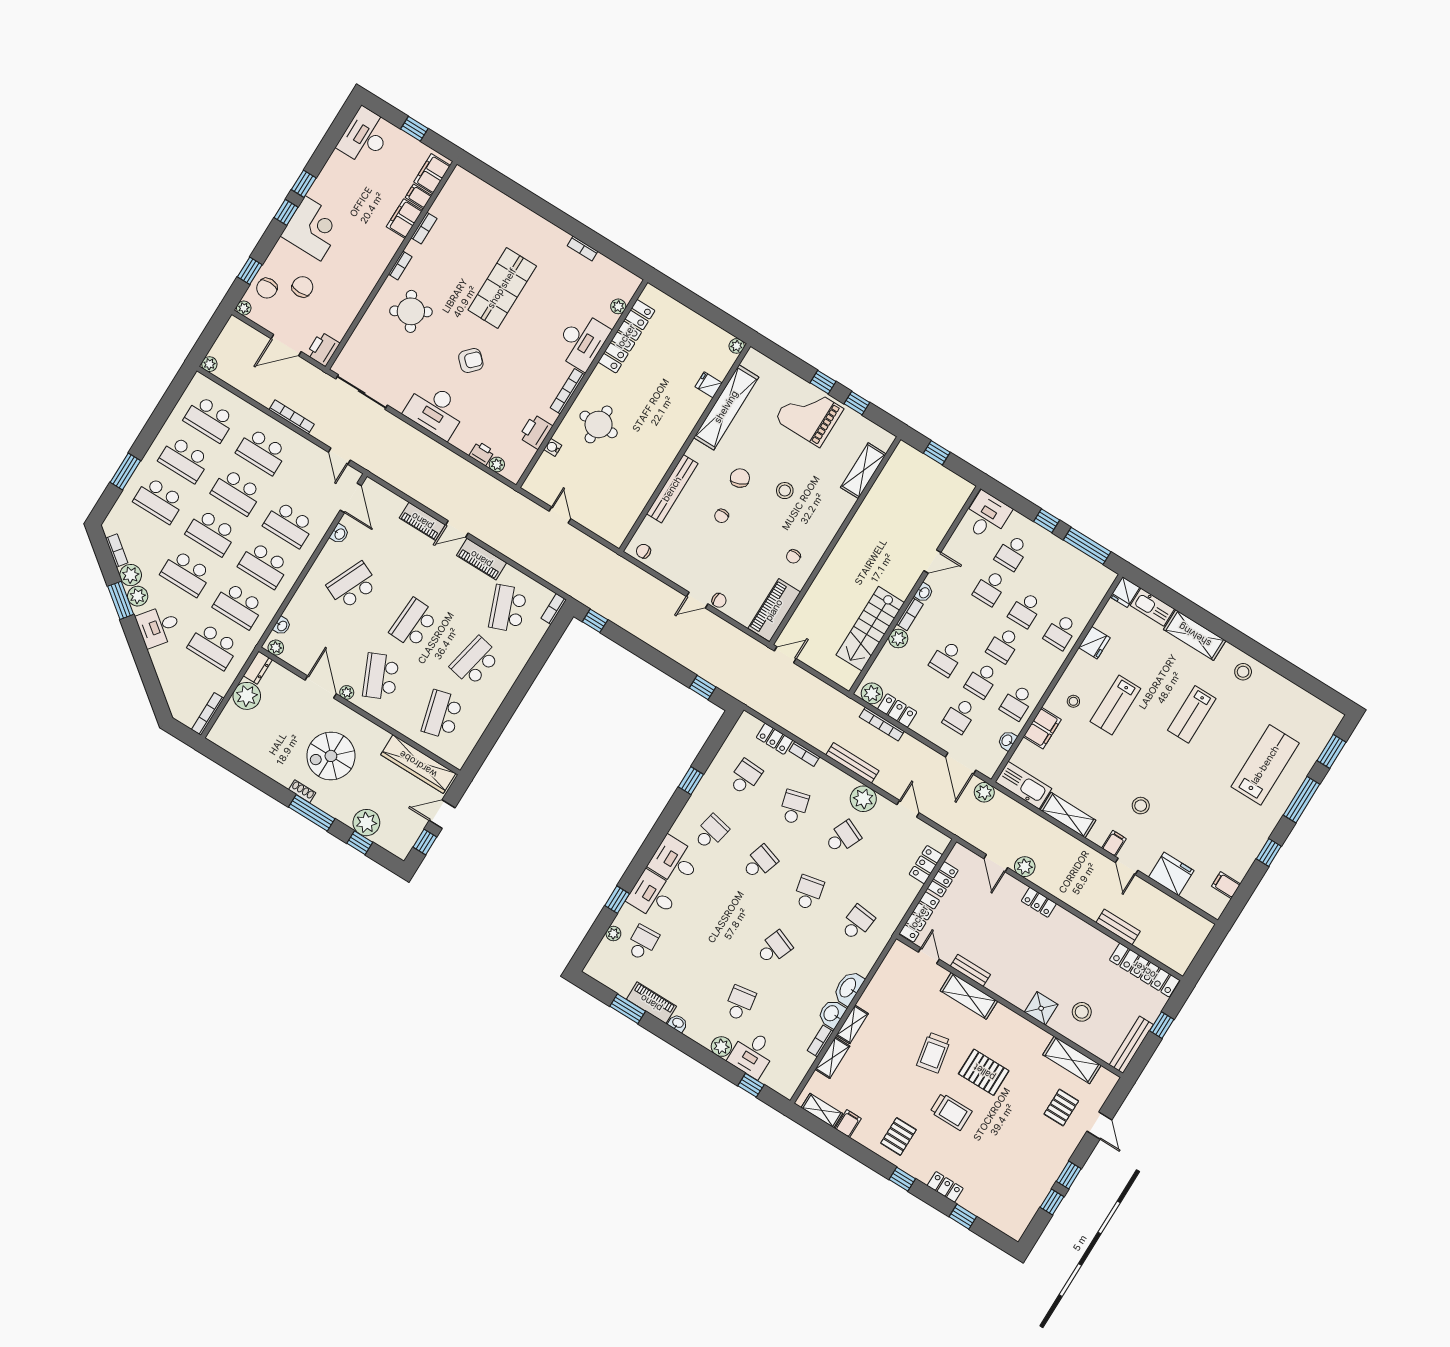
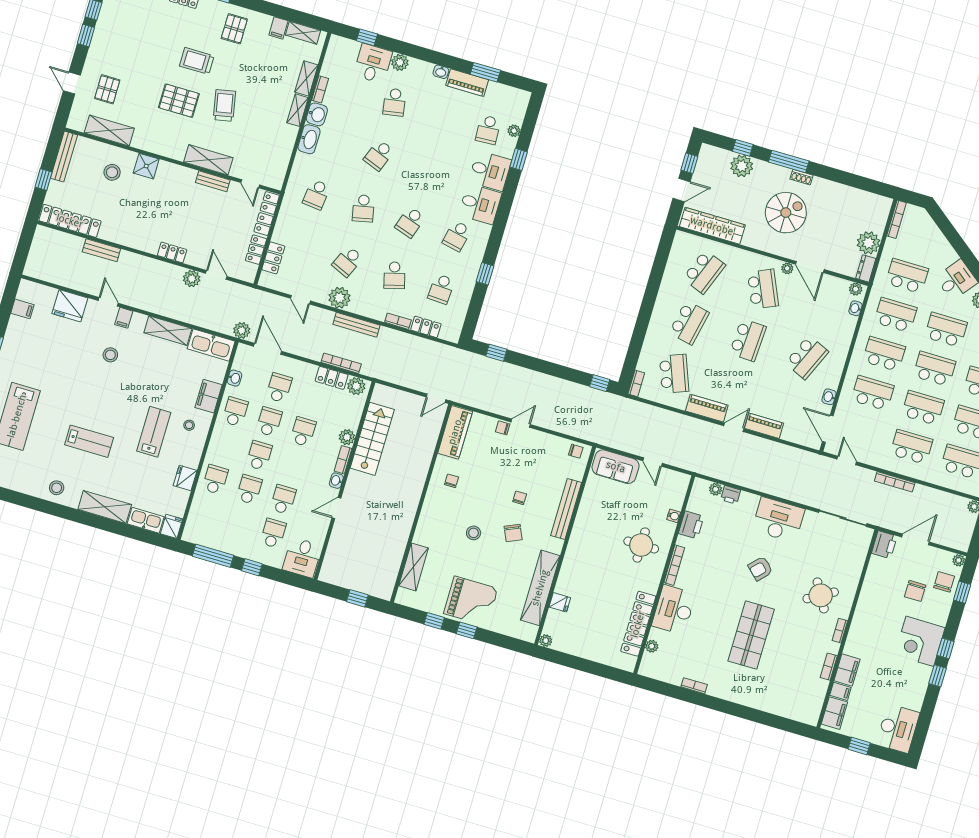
sofa: (603, 521) -> (616, 467), added
school desk: (442, 714) -> (704, 272), turned 36
lab bench: (1192, 714) -> (89, 441), turned 90

